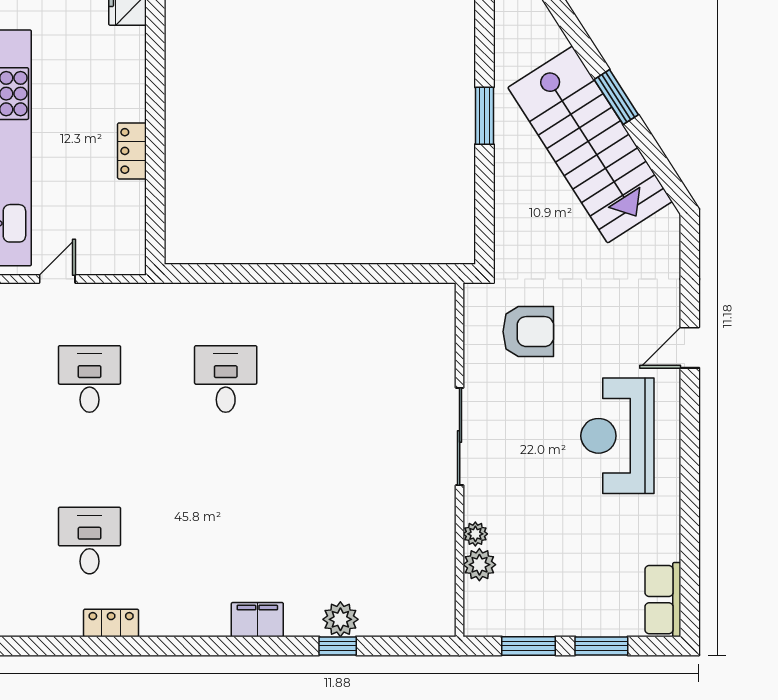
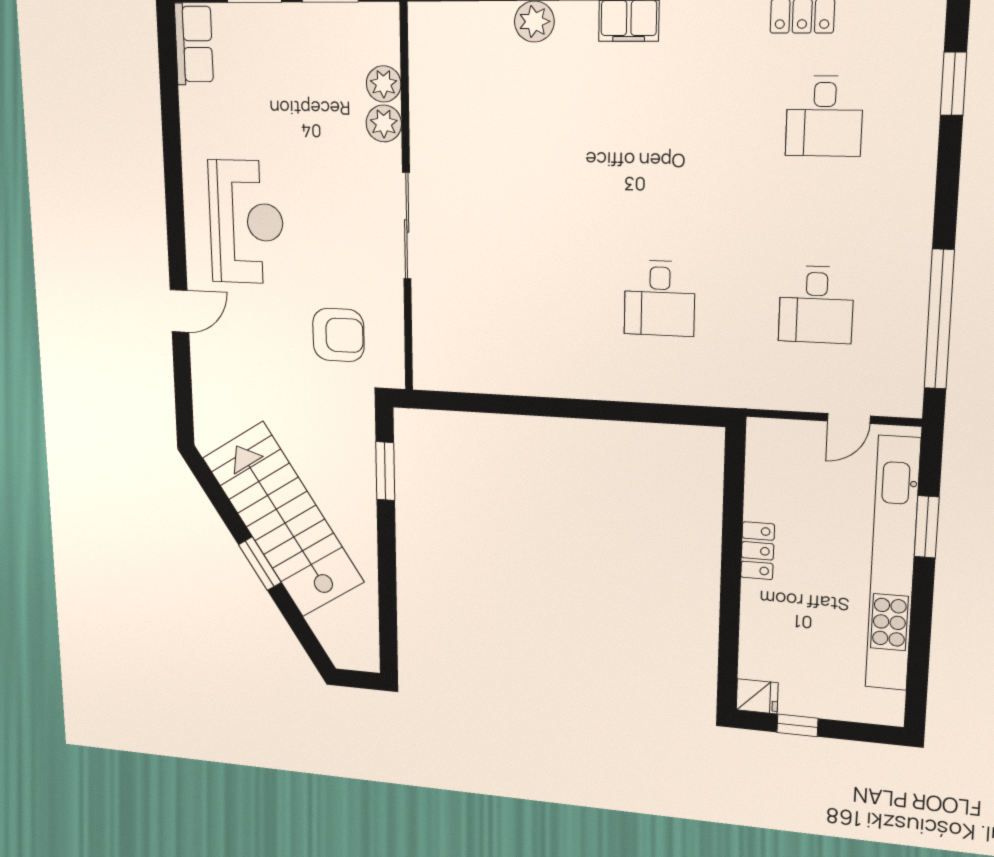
window: (484, 116) -> (385, 471), moved
armchair: (528, 332) -> (338, 335), turned 180
plant: (475, 534) -> (384, 123), width x1.38, depth x1.38

